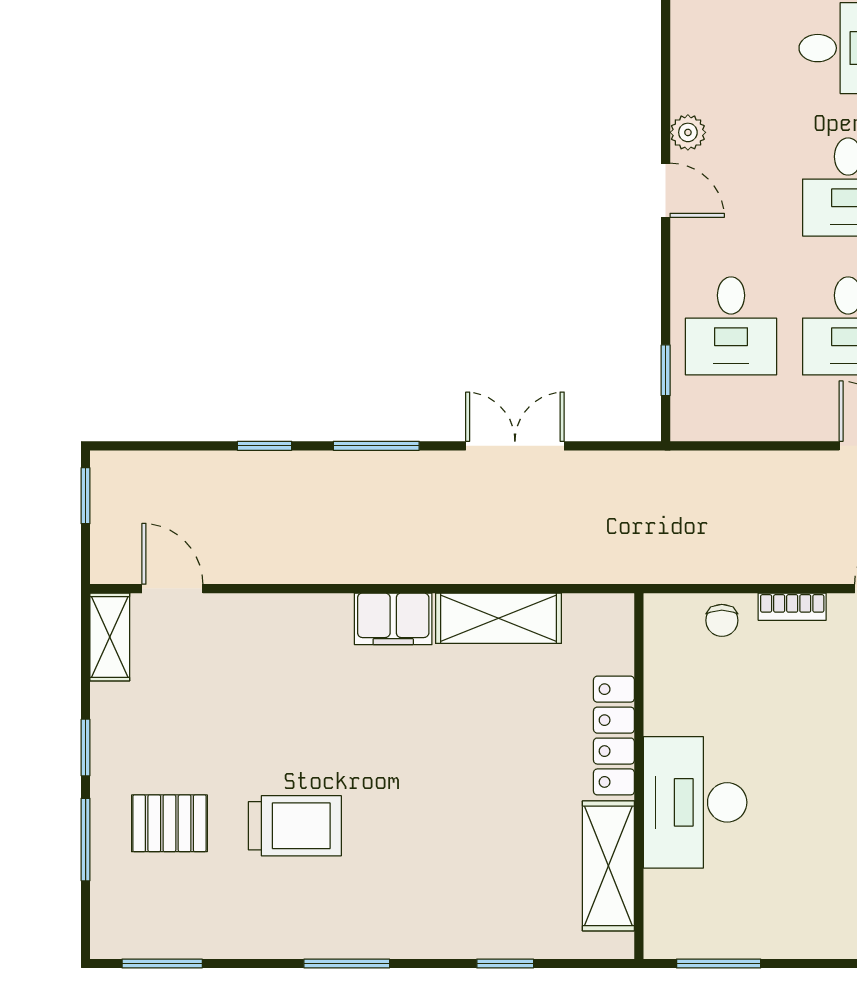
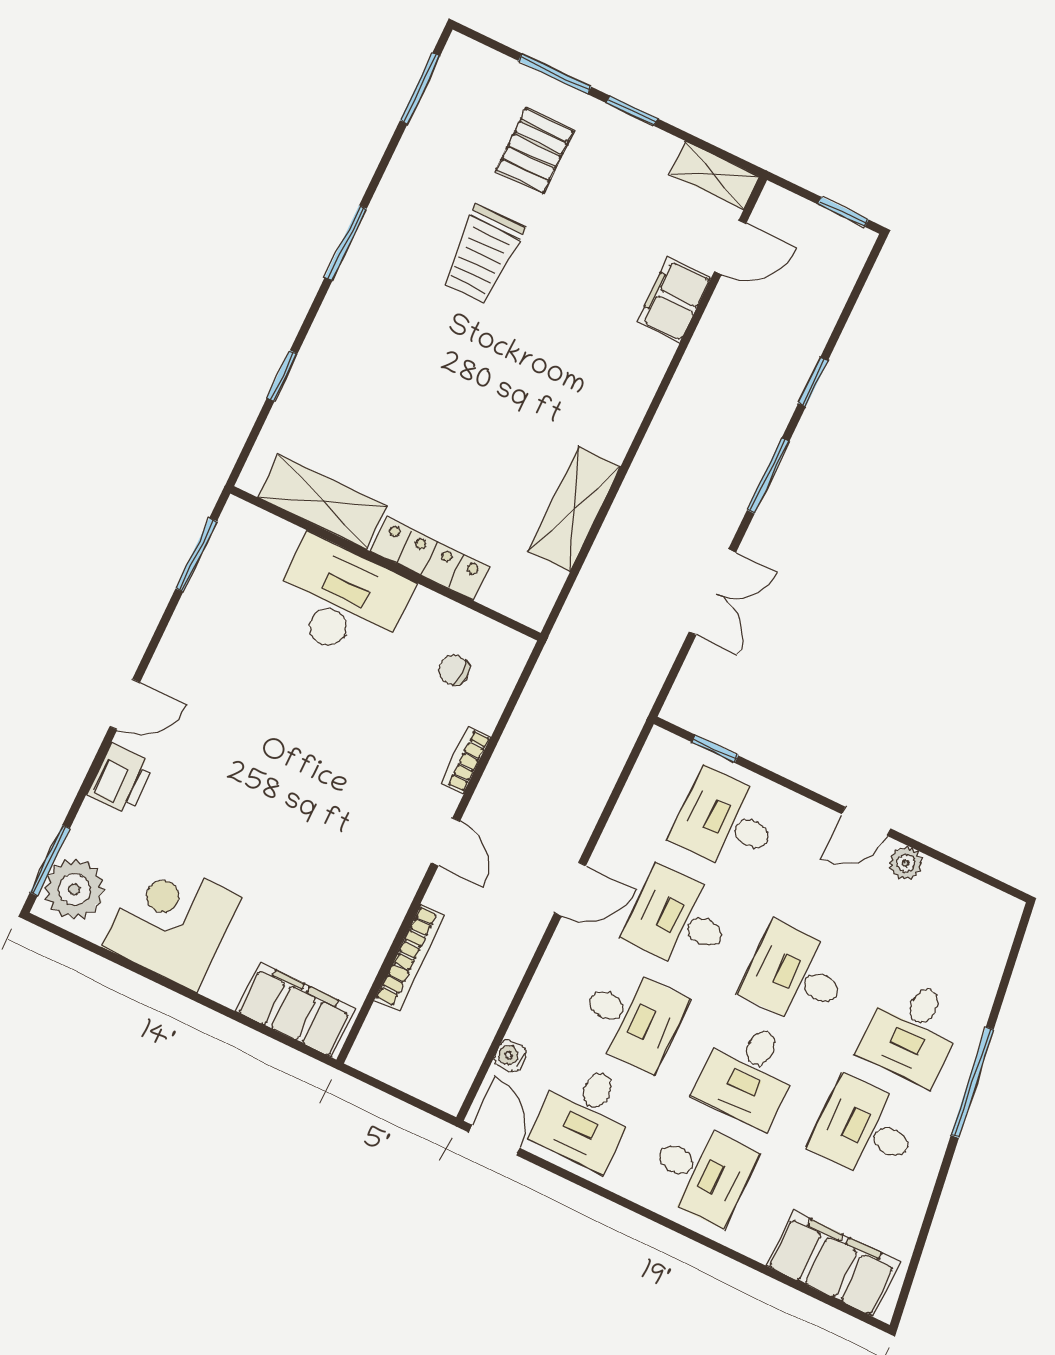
filing cabinet: (393, 619) -> (674, 300), moved
chair: (722, 620) -> (454, 670), moved

